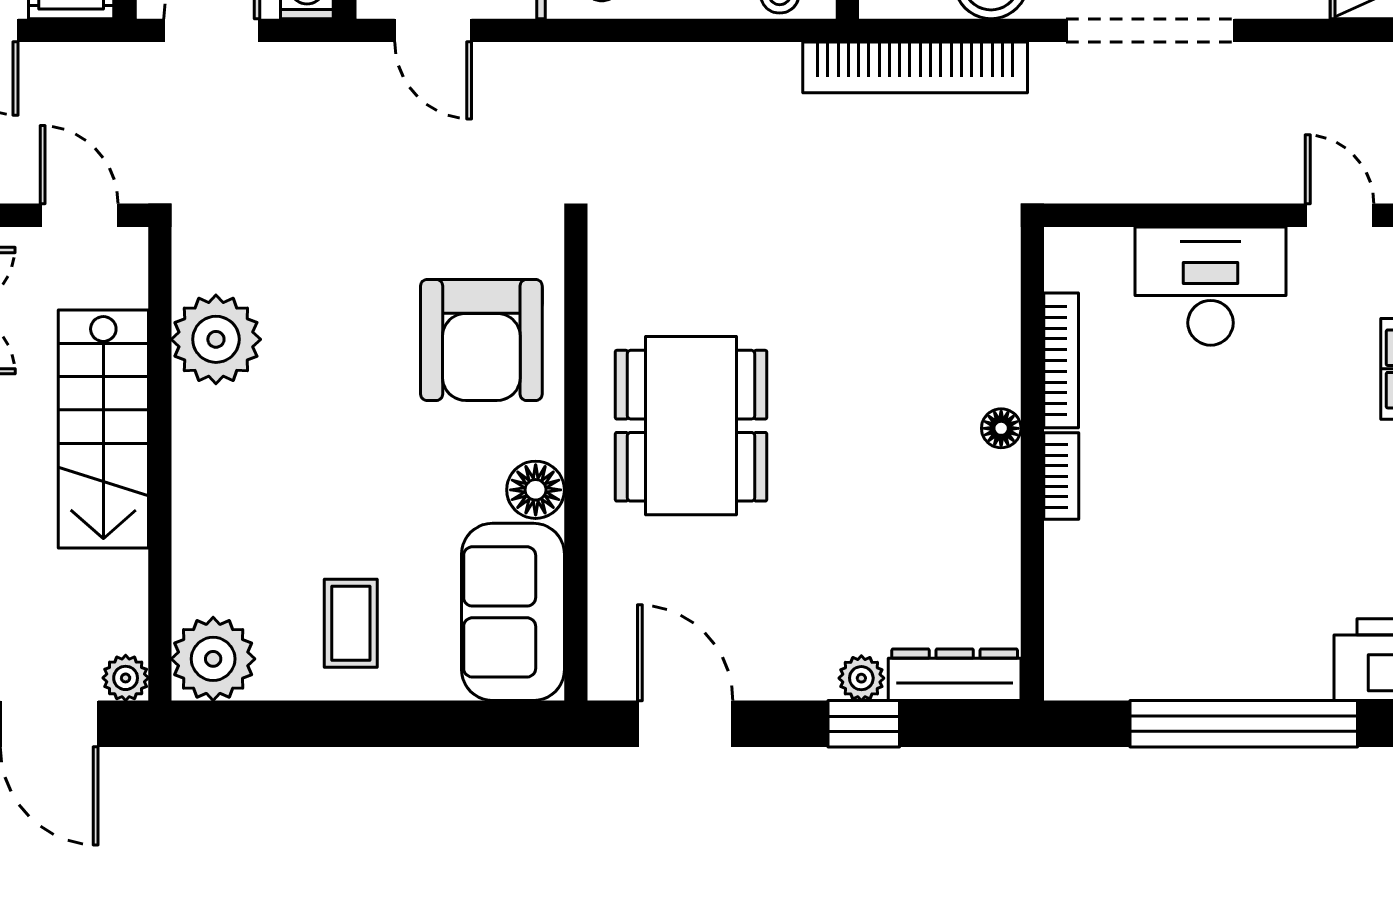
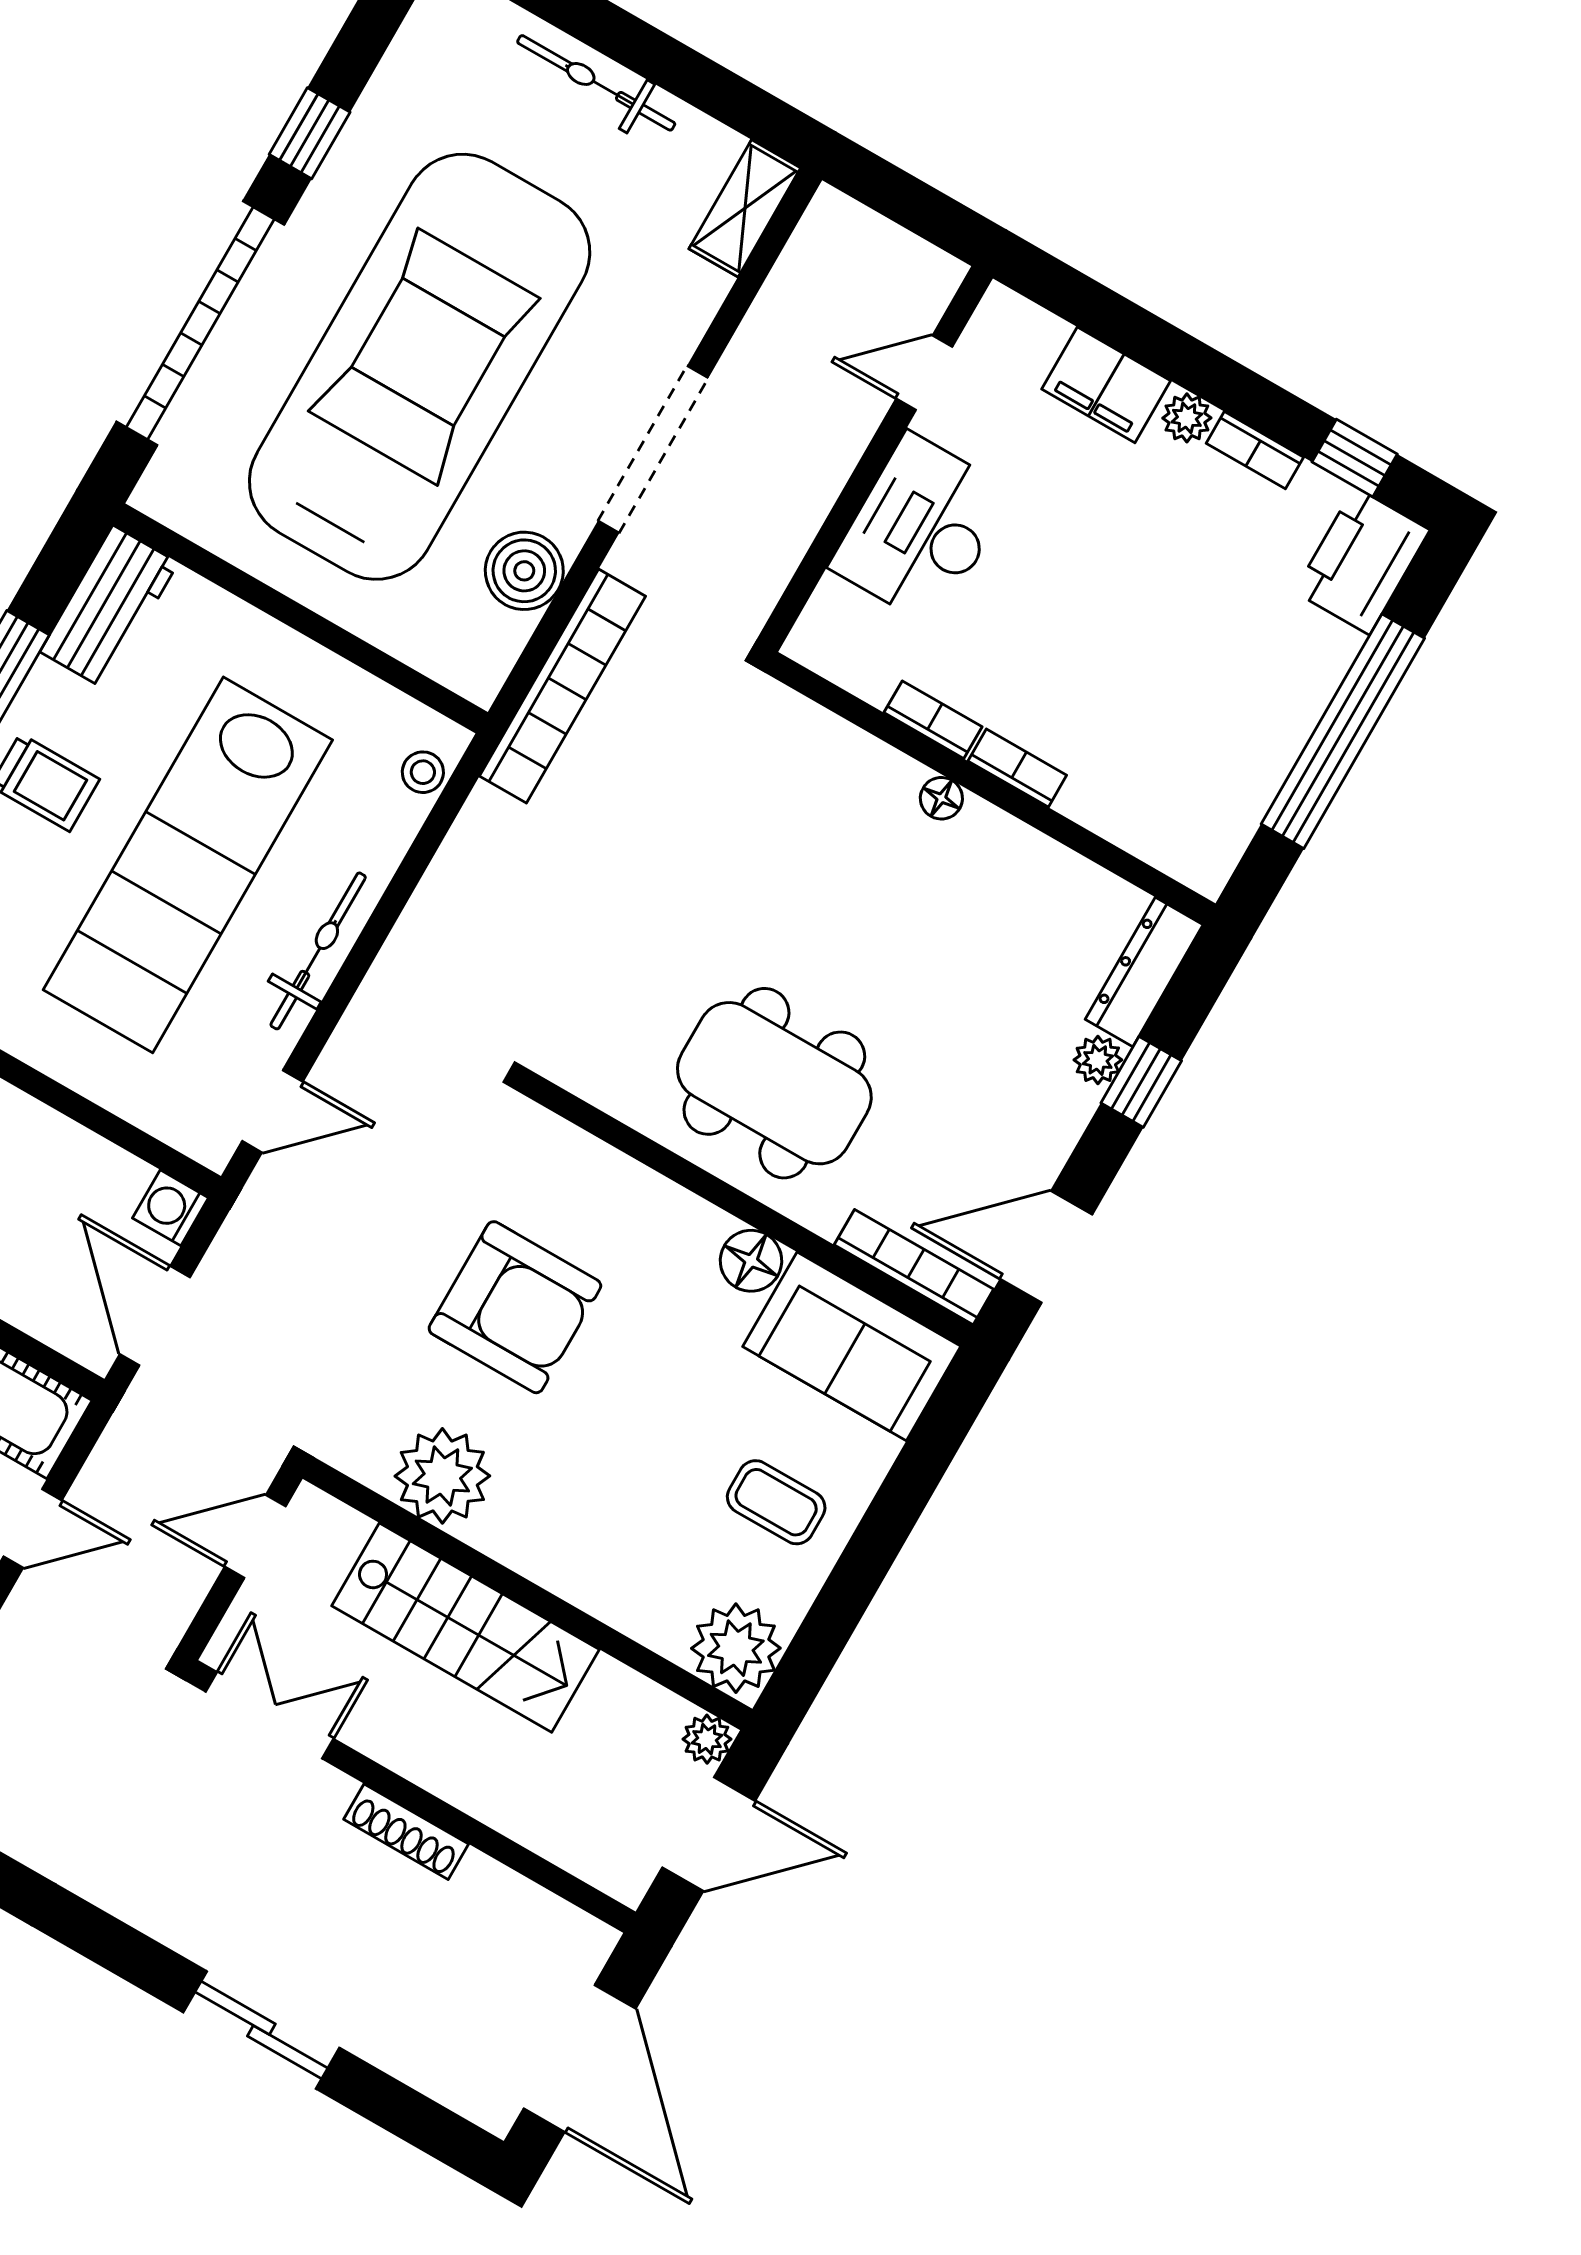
armchair: (481, 340) -> (515, 1307), moved
bookcase: (1061, 360) -> (933, 720), width x0.64
bookcase: (607, 625) -> (914, 1267), added

